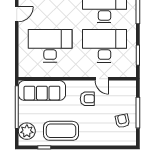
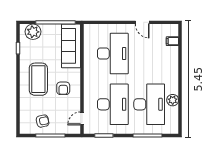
door: (102, 79) -> (82, 118), moved
coffee table: (61, 131) -> (38, 79), moved

